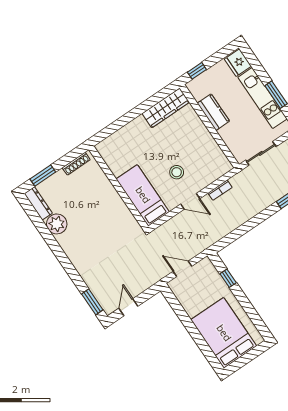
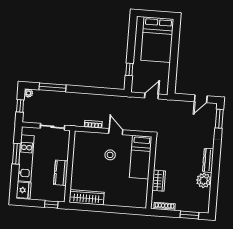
wardrobe: (104, 186) -> (159, 181), added
dresser: (38, 203) -> (208, 160), moved
door: (182, 269) -> (151, 96), swing flipped

